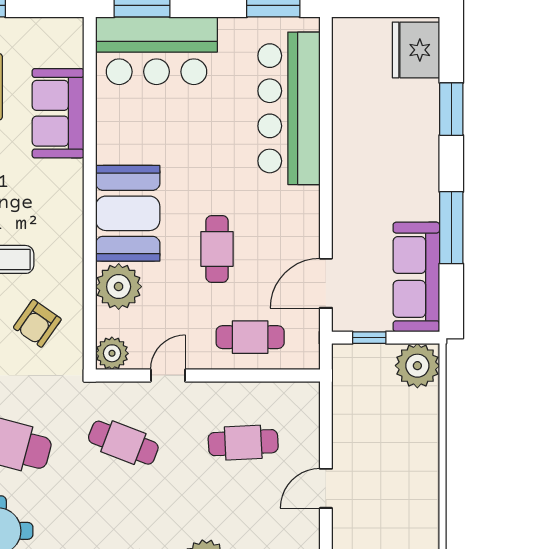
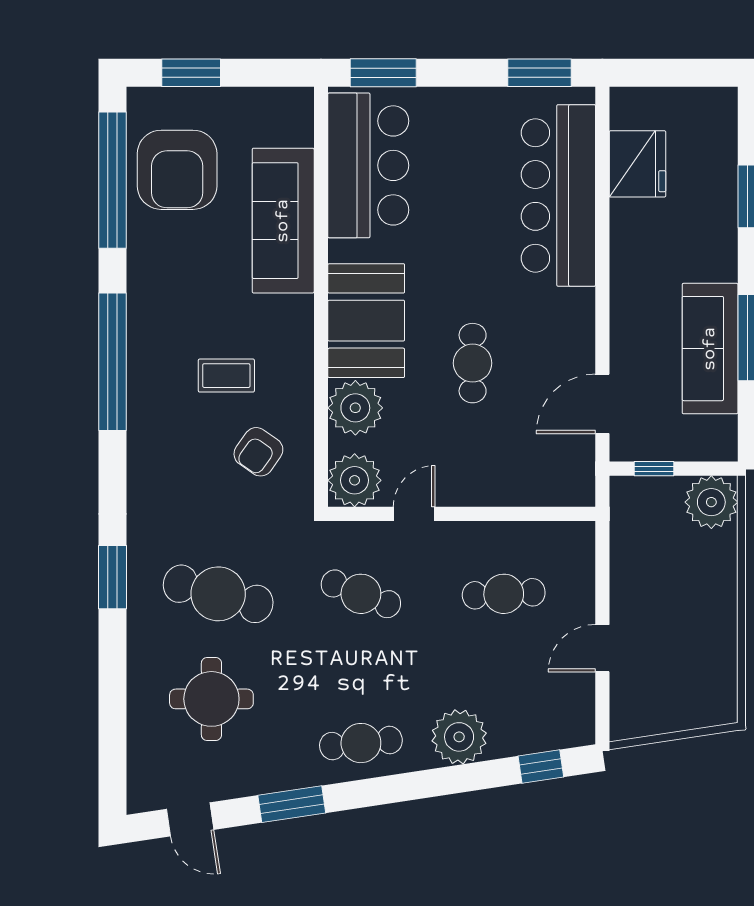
fridge: (416, 50) -> (637, 164), moved, turned 180
bar counter: (156, 51) -> (368, 165), moved, turned -90
sofa: (58, 113) -> (283, 221), width x1.36
sofa: (416, 277) -> (710, 349), moved
cafe table: (250, 337) -> (512, 468), removed
plant: (112, 353) -> (355, 480), width x1.36, depth x1.36

